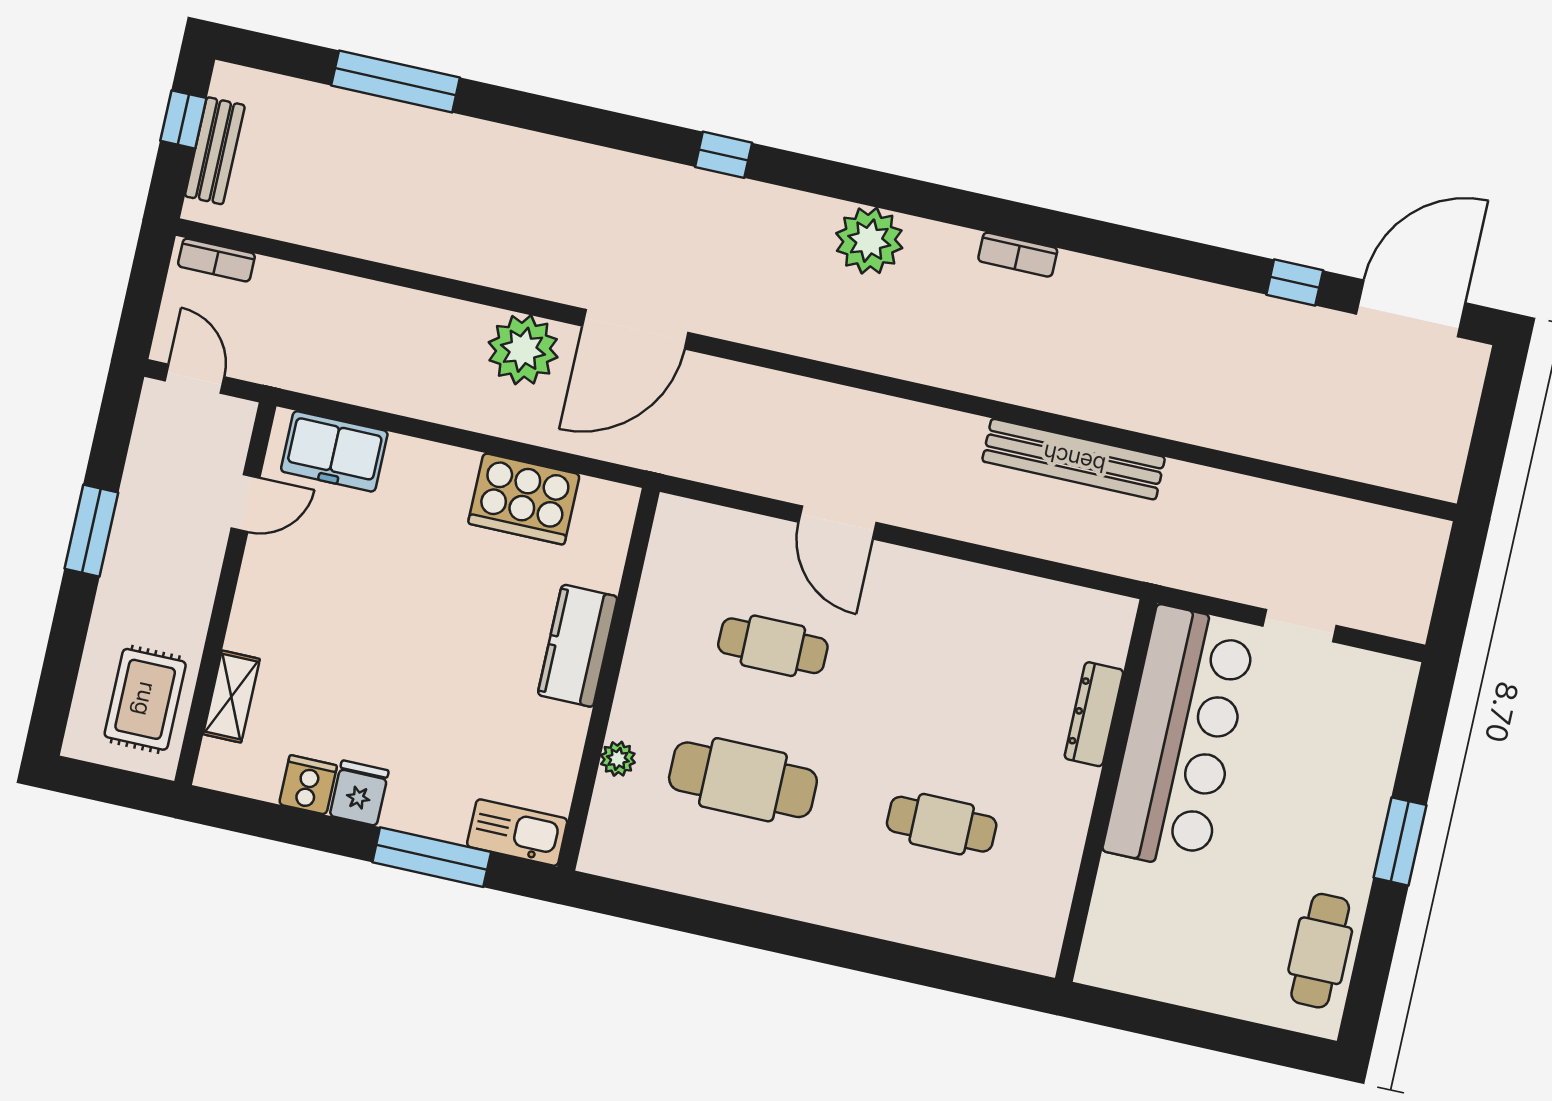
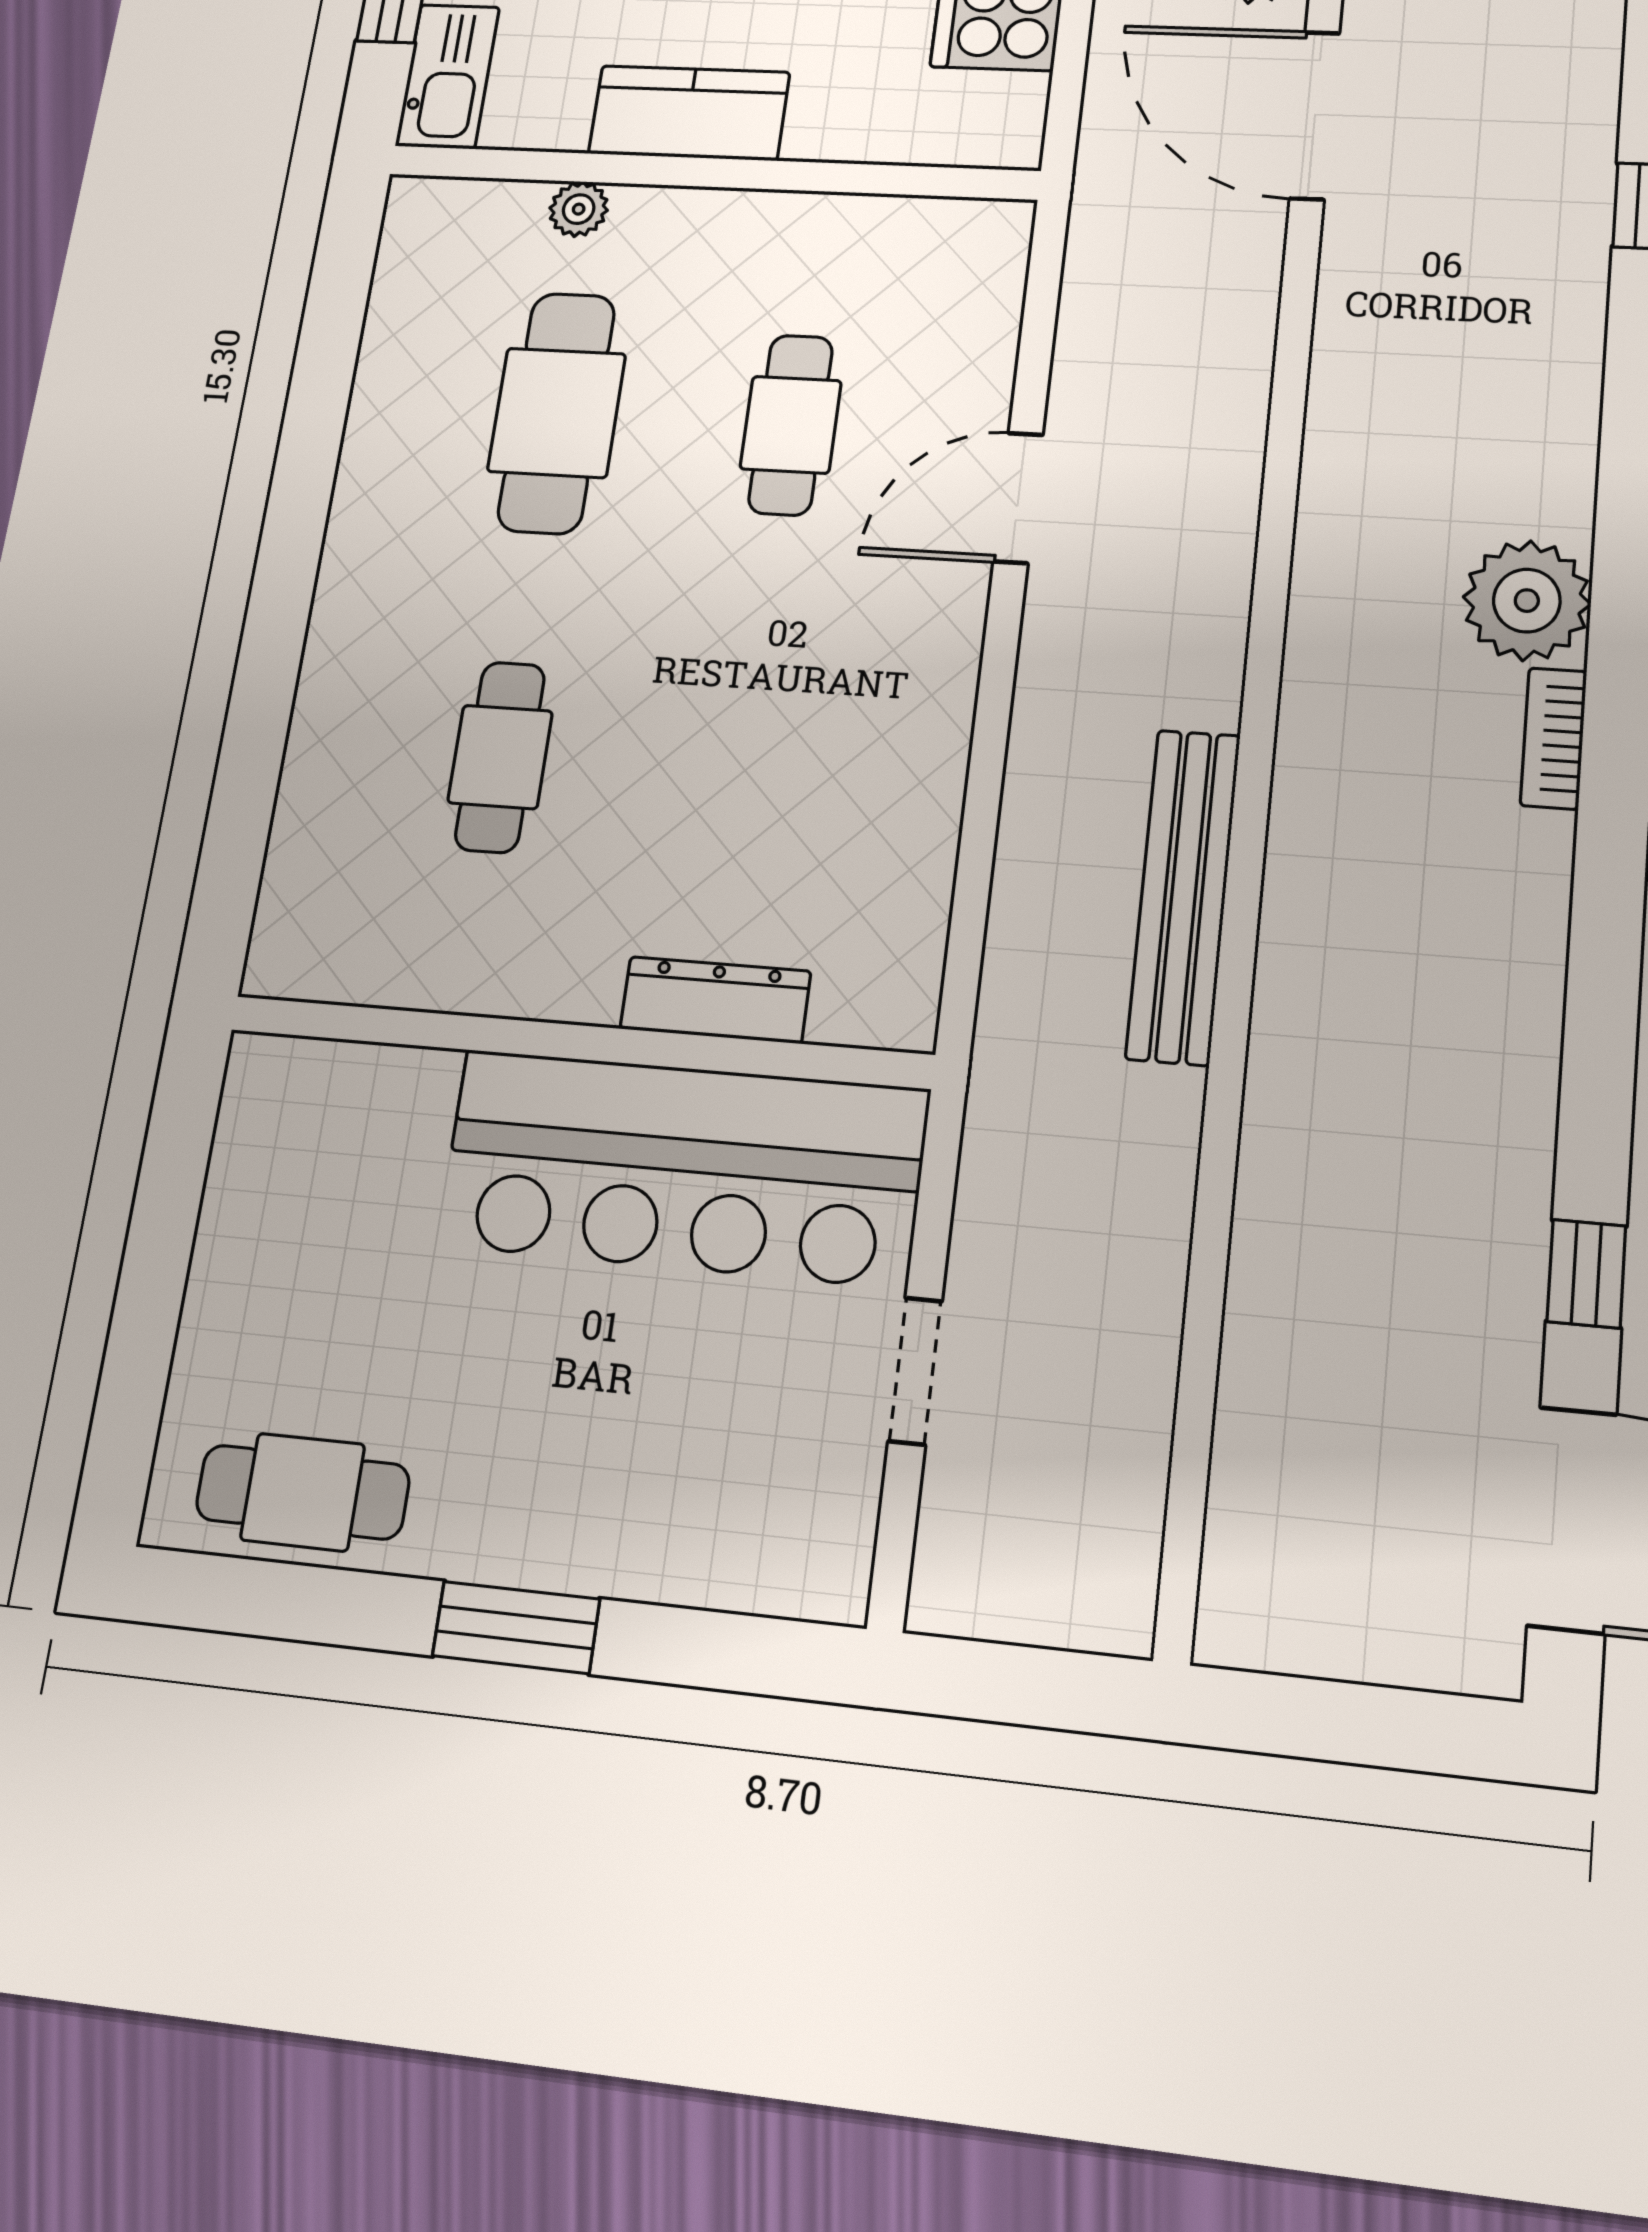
plant: (869, 241) -> (1527, 601), moved
kitchen counter: (578, 646) -> (689, 113), moved

